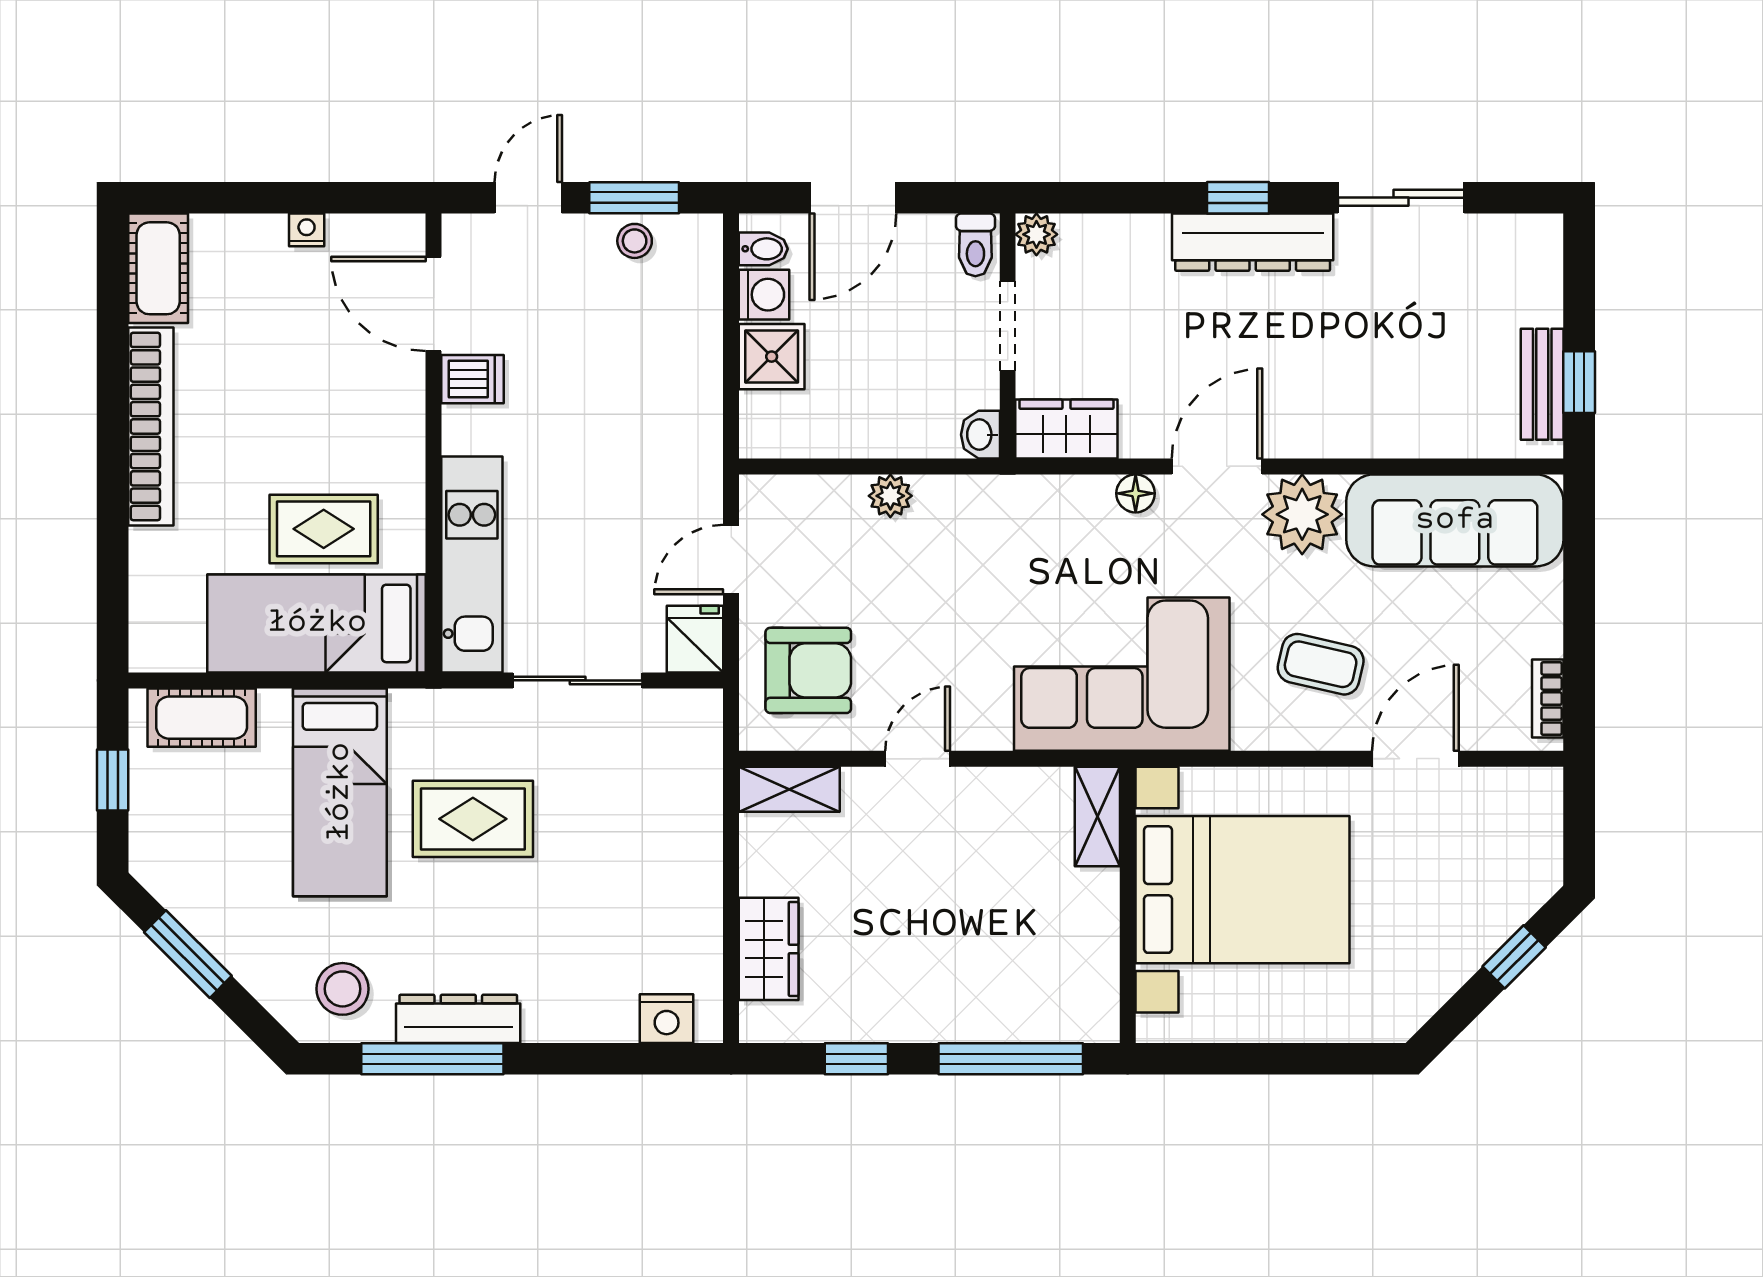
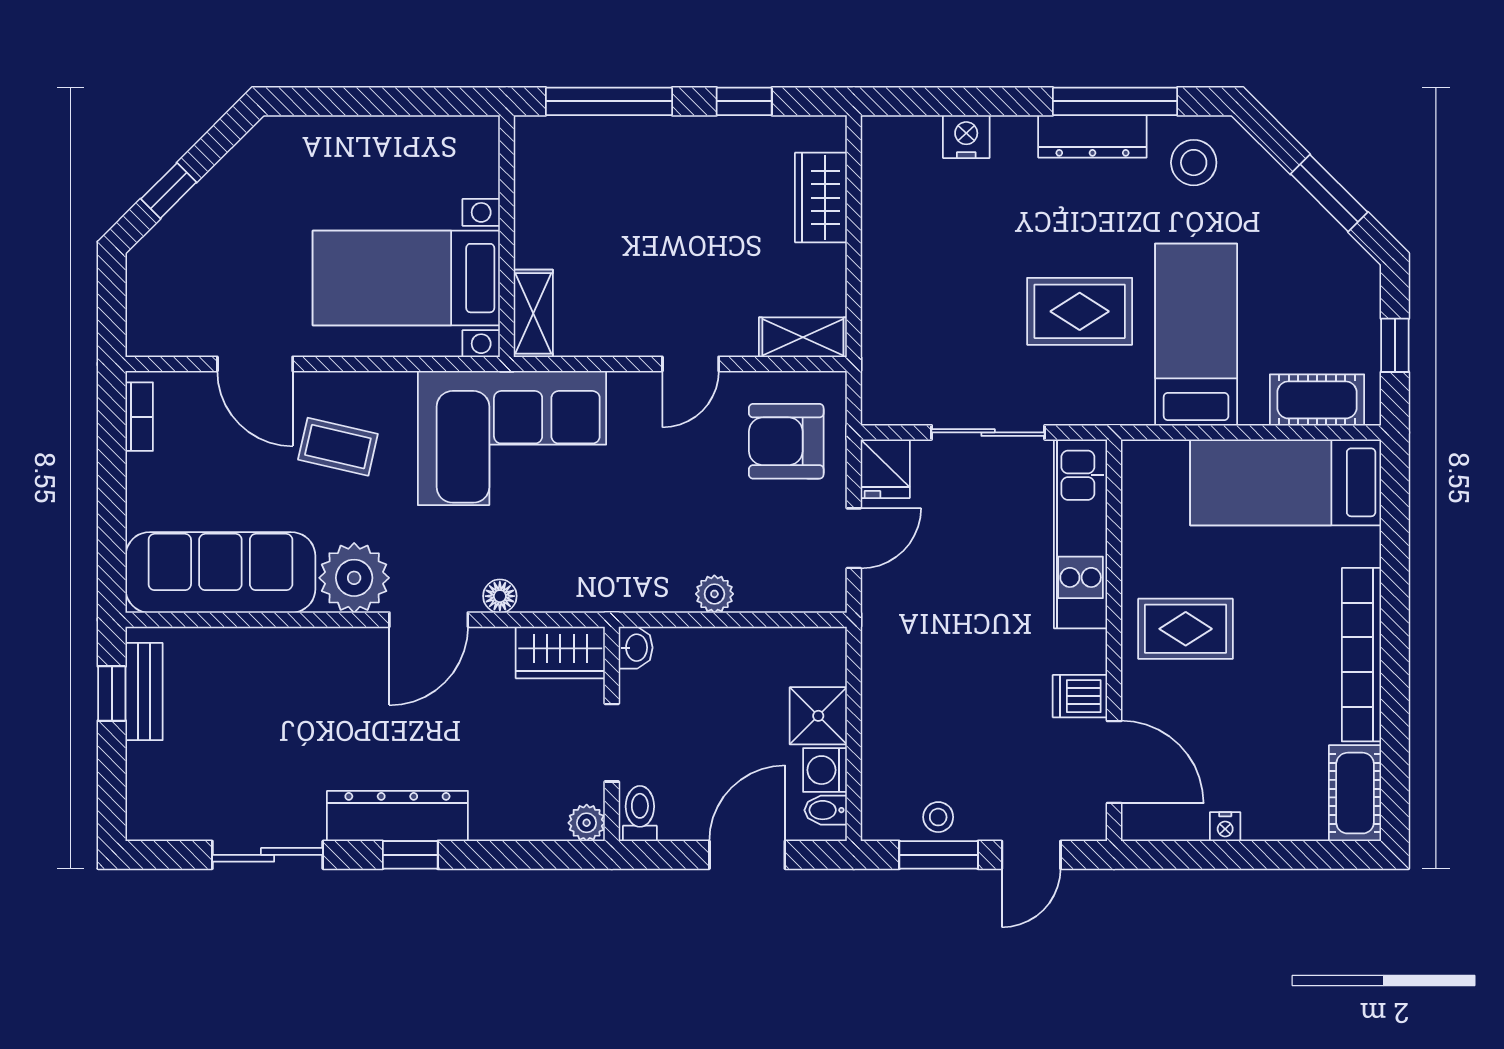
rug: (324, 529) -> (1186, 629), moved
bed: (317, 623) -> (1286, 482), moved, turned 180
door: (1415, 759) -> (255, 364), hinge flipped
bed with nightstands: (1242, 890) -> (406, 278), width x0.73
nightstand: (667, 1019) -> (966, 137), moved

